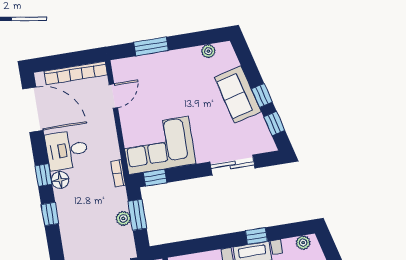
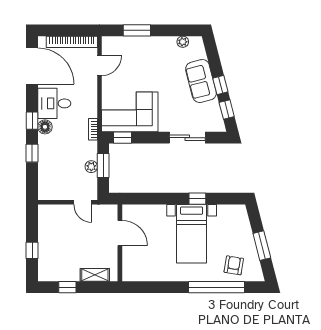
plant: (303, 243) -> (234, 210), removed

